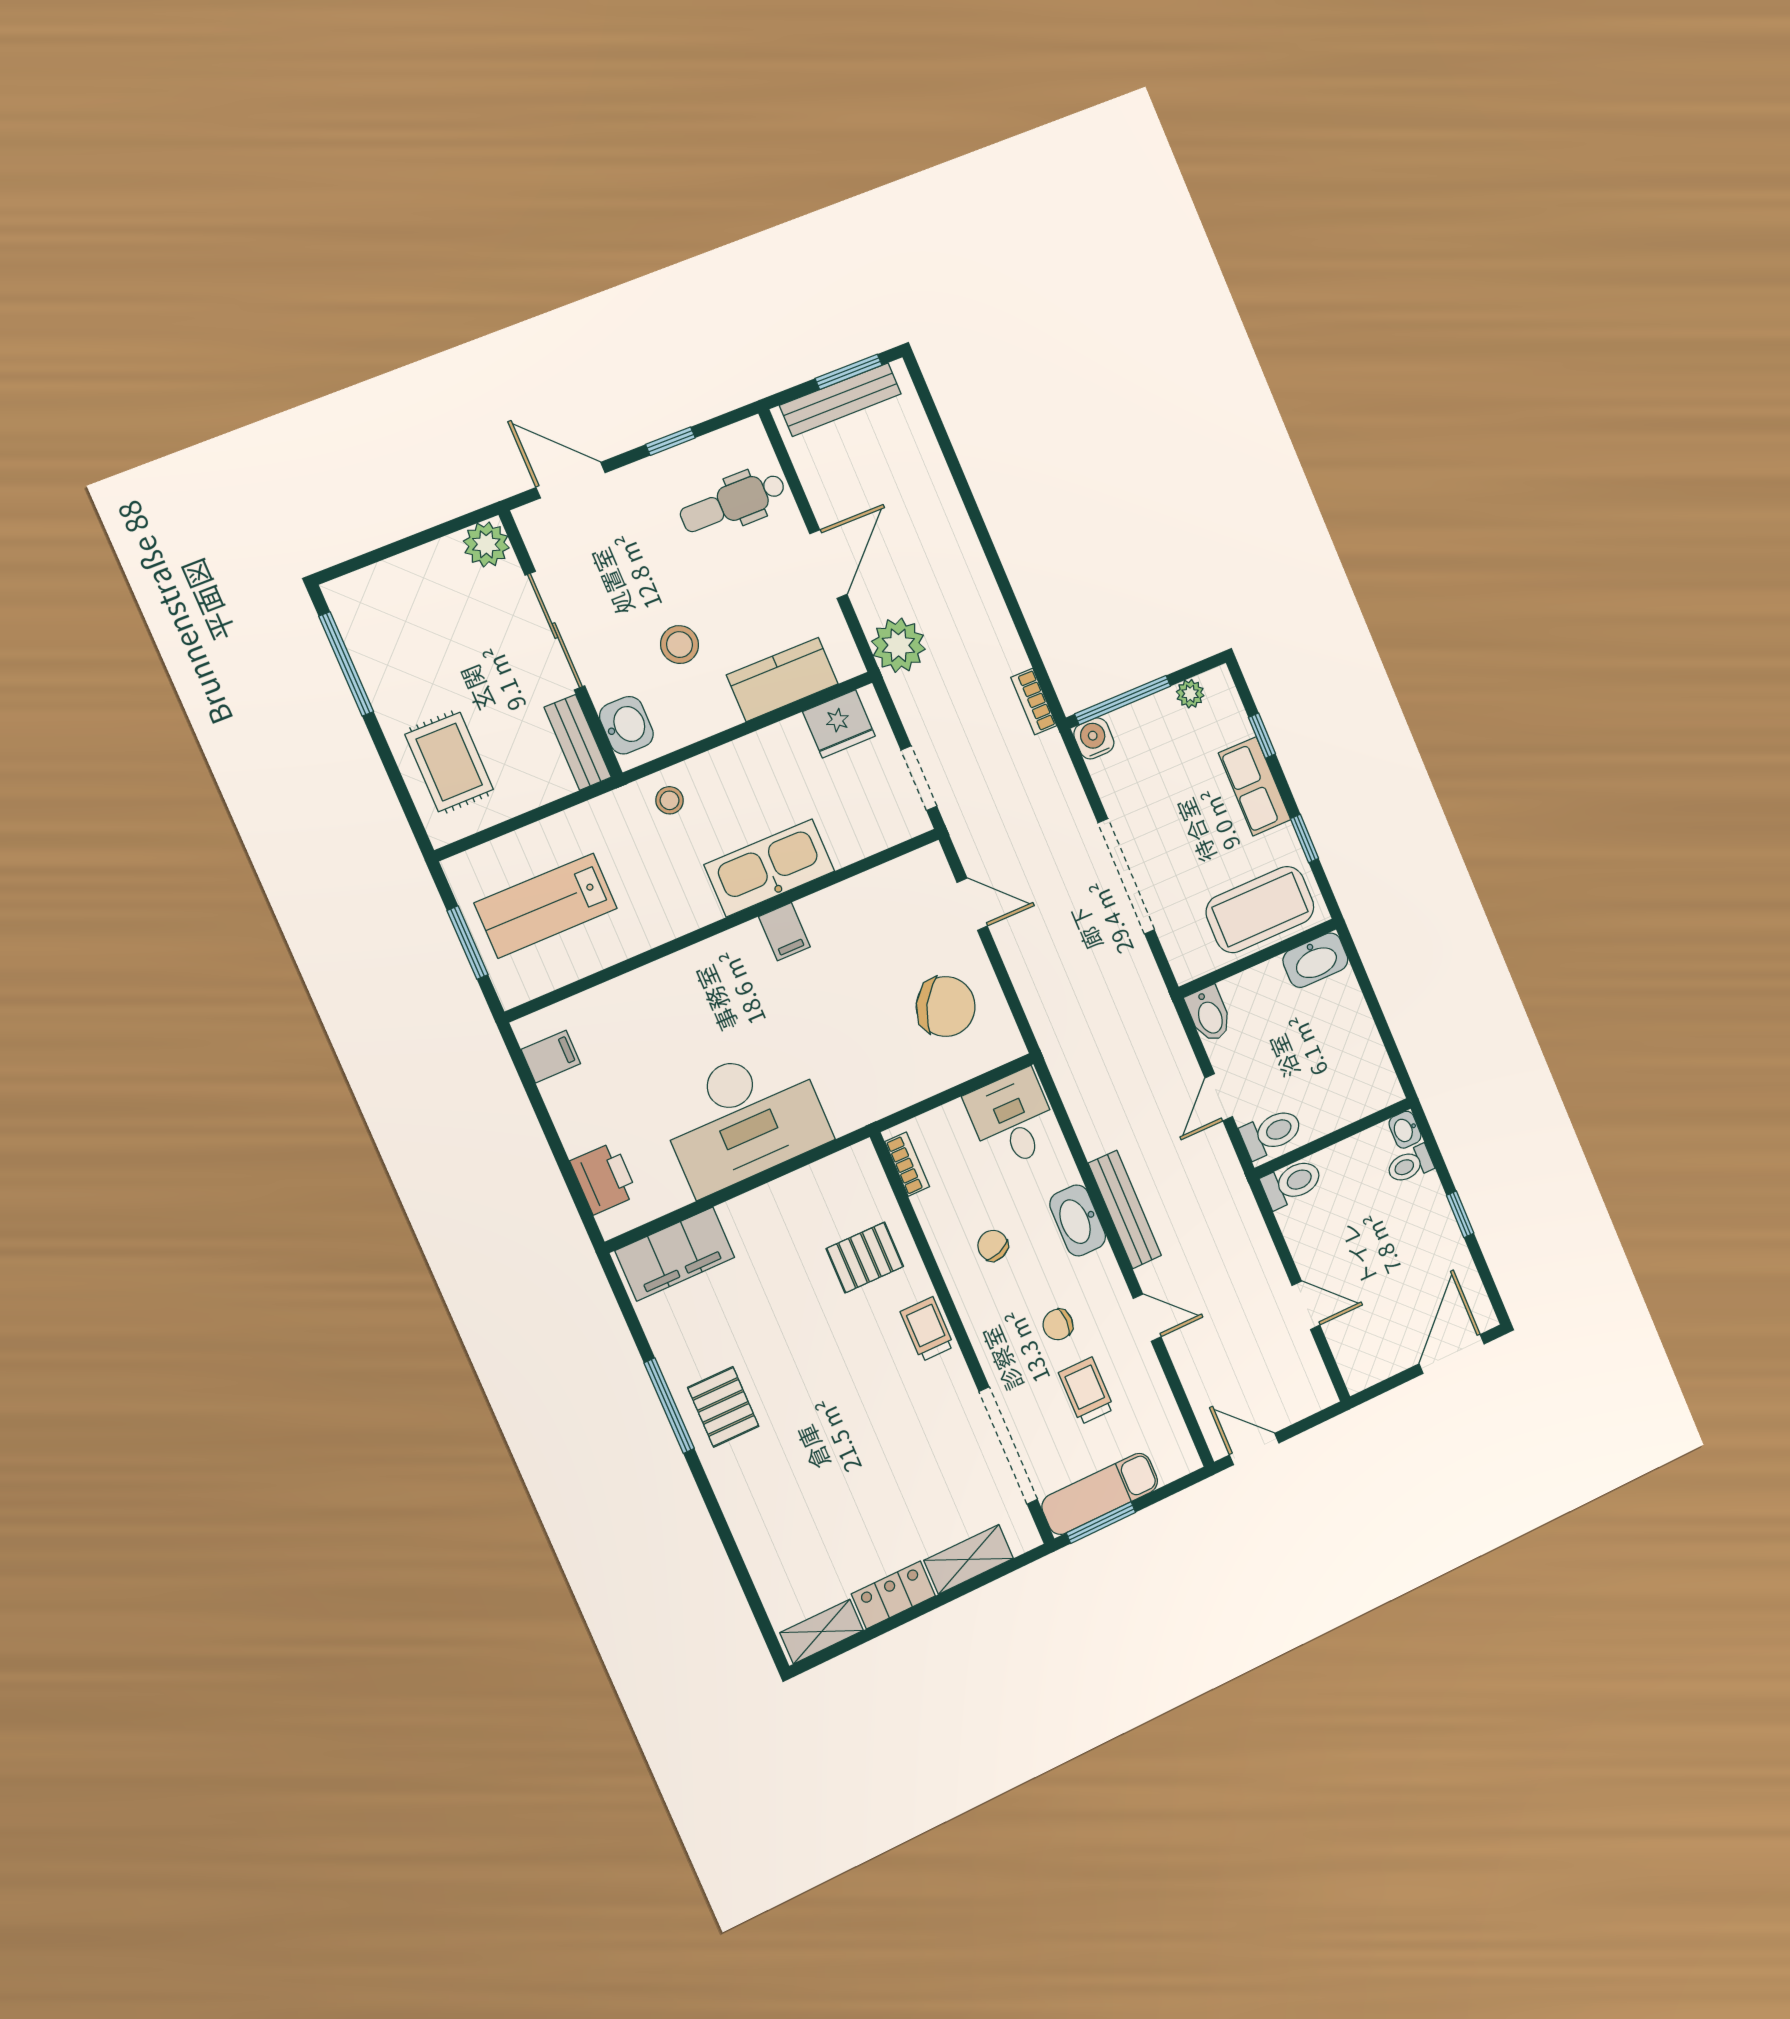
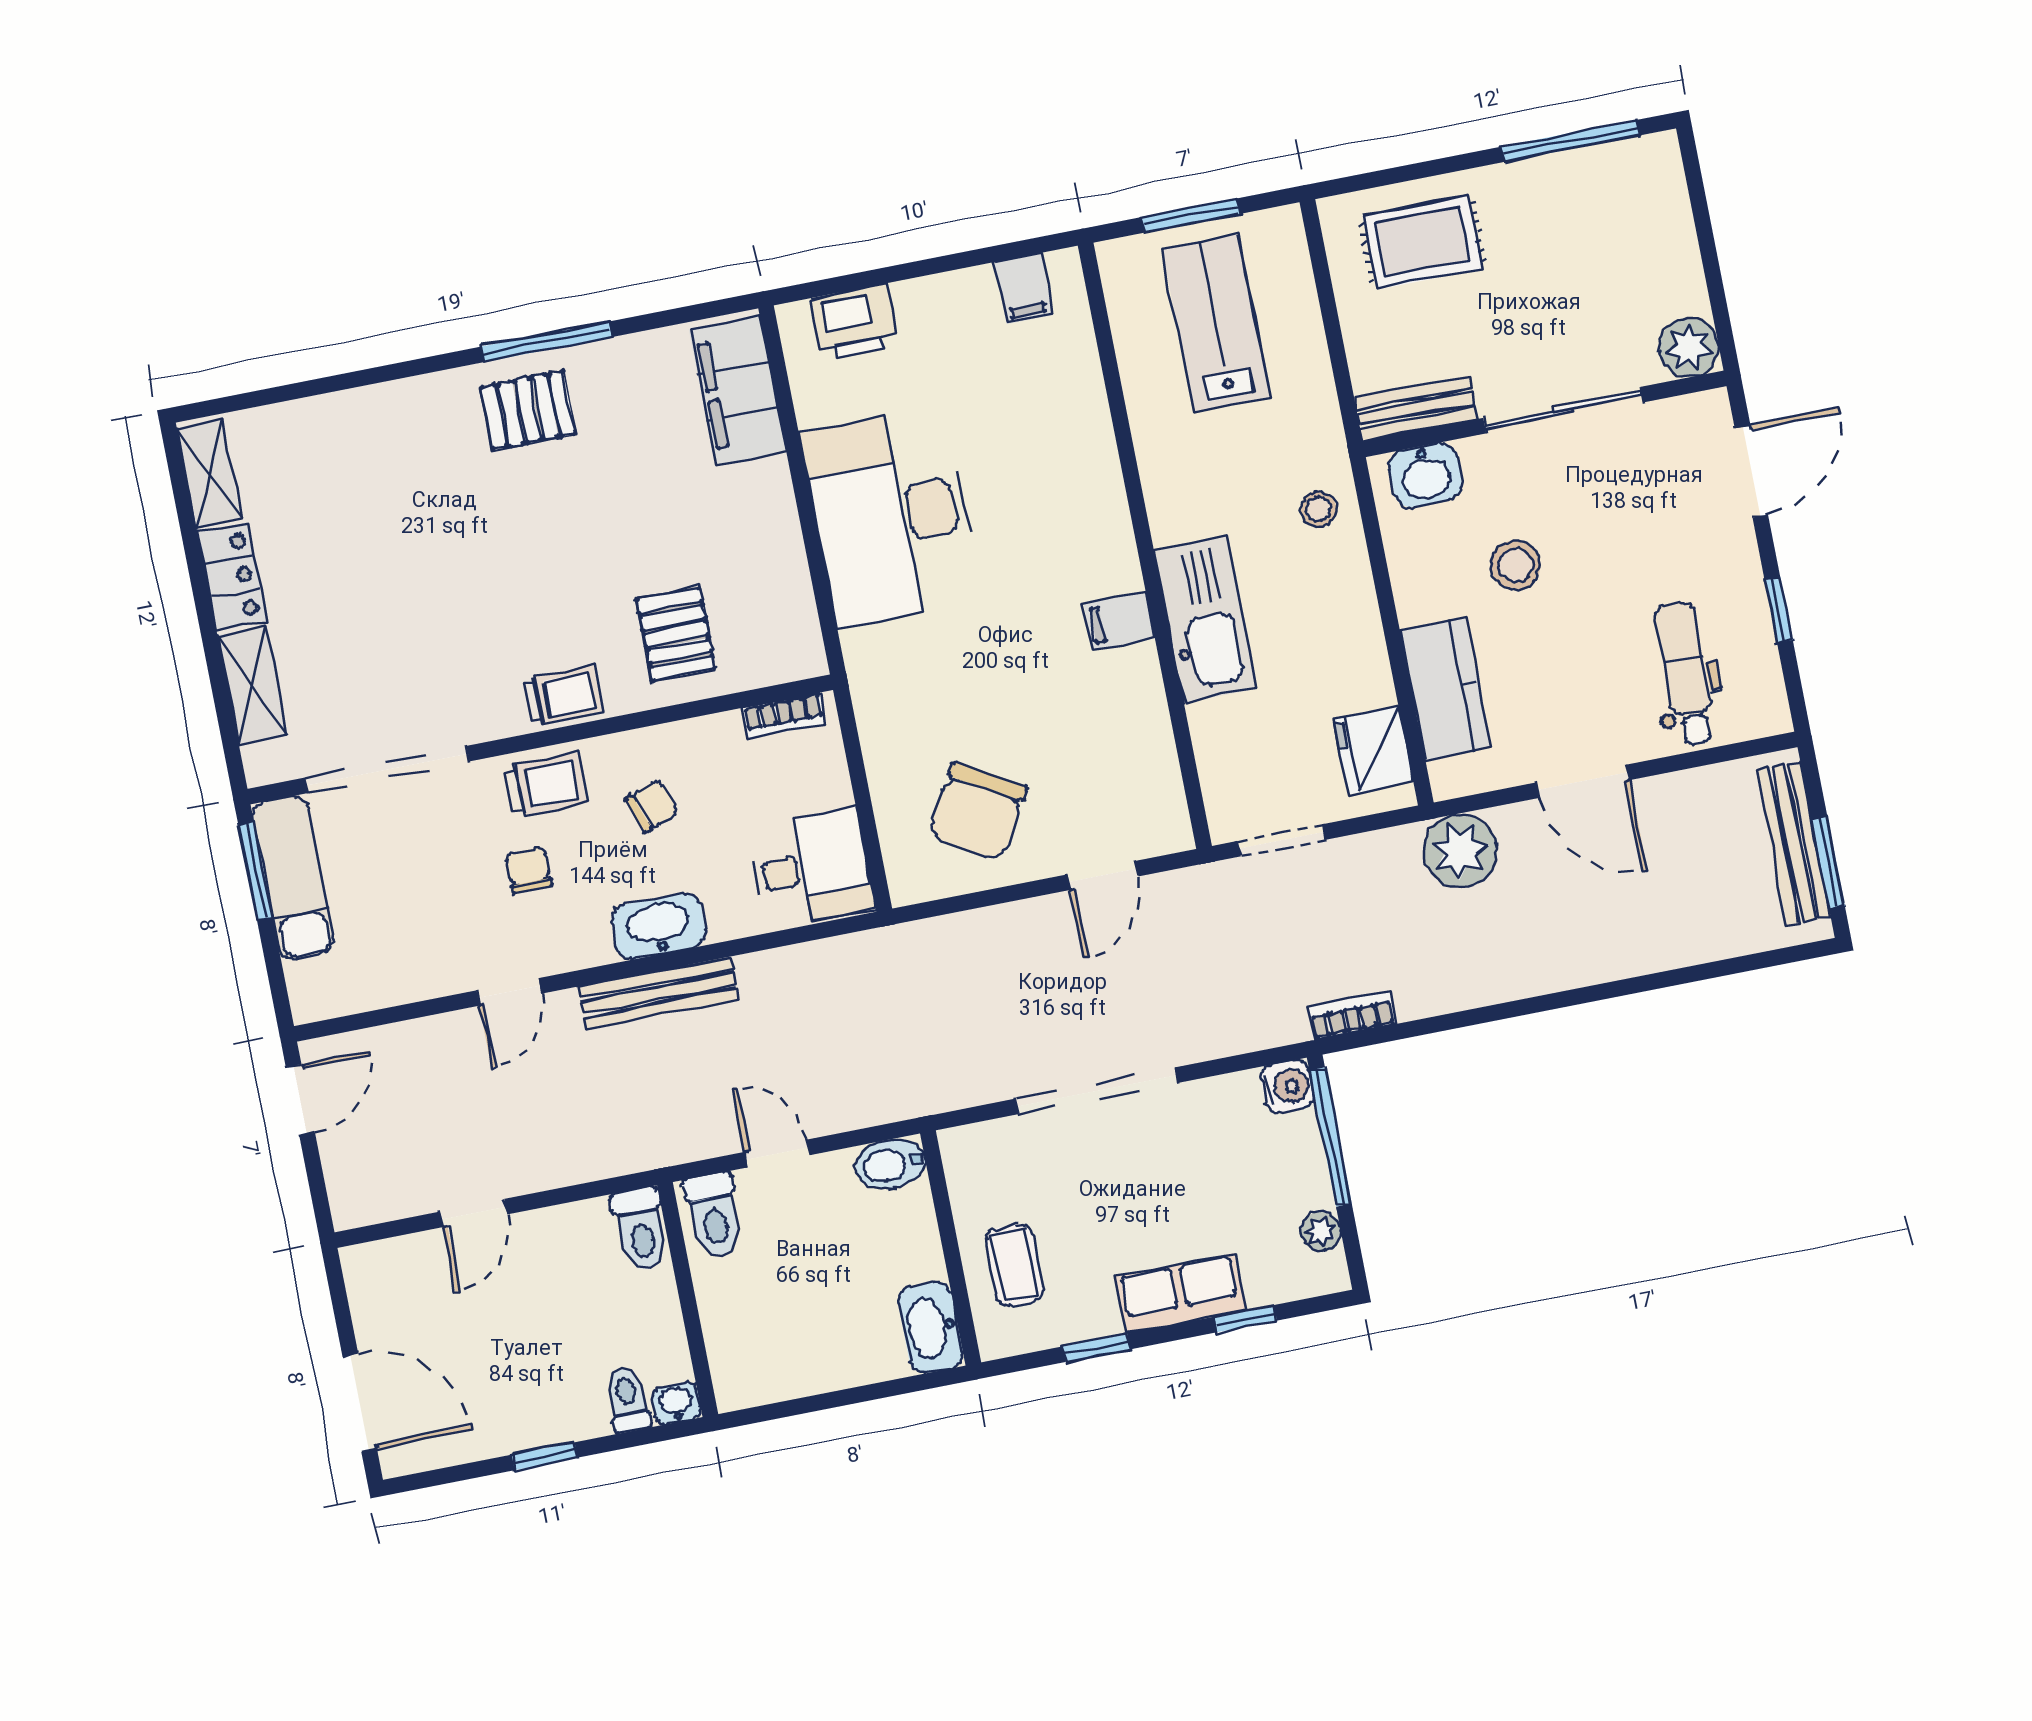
coffee table: (1260, 910) -> (1014, 1265), width x0.54, depth x0.58
trolley: (1086, 1391) -> (547, 785), moved

